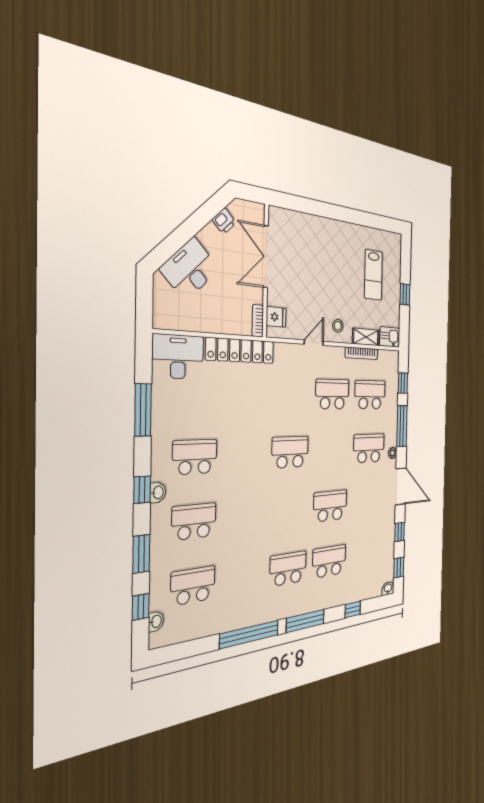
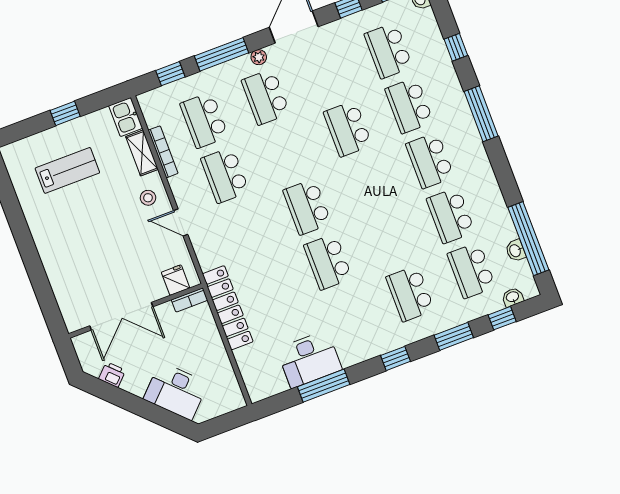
desk: (178, 357) -> (309, 359), moved, turned -90
school desk: (195, 457) -> (328, 262), moved
washbasin: (158, 492) -> (515, 251), moved, turned -90
school desk: (367, 555) -> (388, 51), added
school desk: (243, 577) -> (451, 215), added
window: (249, 634) -> (528, 239), moved

